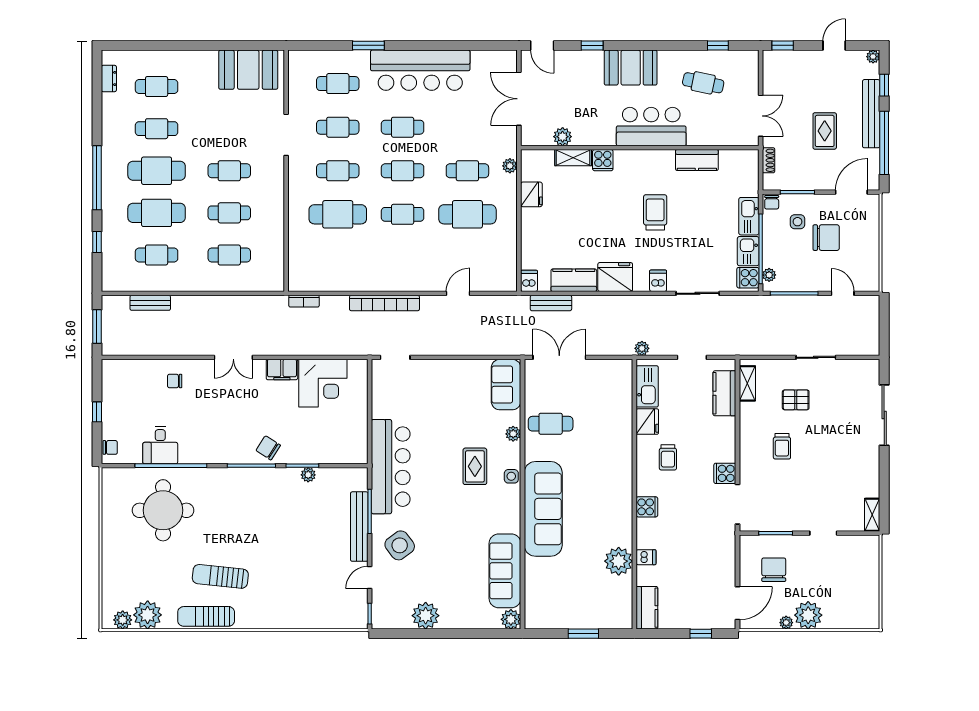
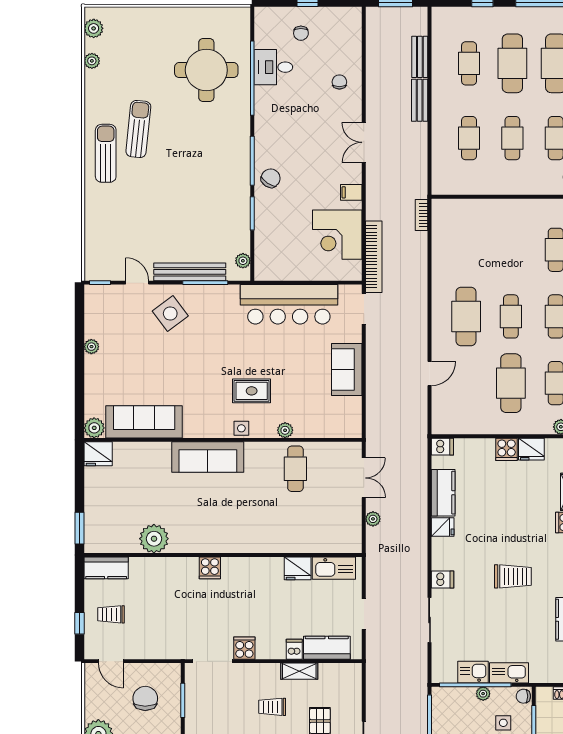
cafe table: (338, 214) -> (466, 316), moved
plant: (769, 275) -> (483, 694), moved
fridge: (615, 277) -> (443, 527), width x0.53, depth x0.75
cooker: (748, 278) -> (507, 449), moved, turned 180
door: (458, 293) -> (430, 373), hinge flipped
bookcase: (384, 303) -> (374, 257), moved, turned 180
bench: (551, 303) -> (420, 100), moved
plant: (642, 348) -> (373, 519), moved
double door: (559, 357) -> (364, 478), width x0.73
filing cabinet: (282, 369) -> (351, 192), width x0.50
shelving: (747, 383) -> (299, 671), moved
sofa: (506, 385) -> (347, 369), moved, turned -90
chair: (110, 447) -> (301, 33), moved
trolley: (668, 457) -> (111, 614), moved
bar counter: (391, 467) -> (289, 304), moved
plant: (308, 475) -> (243, 261), moved
sofa: (543, 509) -> (208, 457), width x0.74, depth x0.79
dishwasher: (646, 557) -> (294, 649), moved, turned 180
chair: (774, 570) -> (145, 698), turned -90
door: (738, 603) -> (111, 661), width x0.73
plant: (148, 615) -> (92, 61), width x0.53, depth x0.53
fridge: (536, 615) -> (98, 454), added
sun lounger: (206, 616) -> (106, 153), moved
plant: (426, 616) -> (91, 347), width x0.53, depth x0.53
plant: (786, 623) -> (91, 711), removed
window: (583, 634) -> (79, 528), moved

